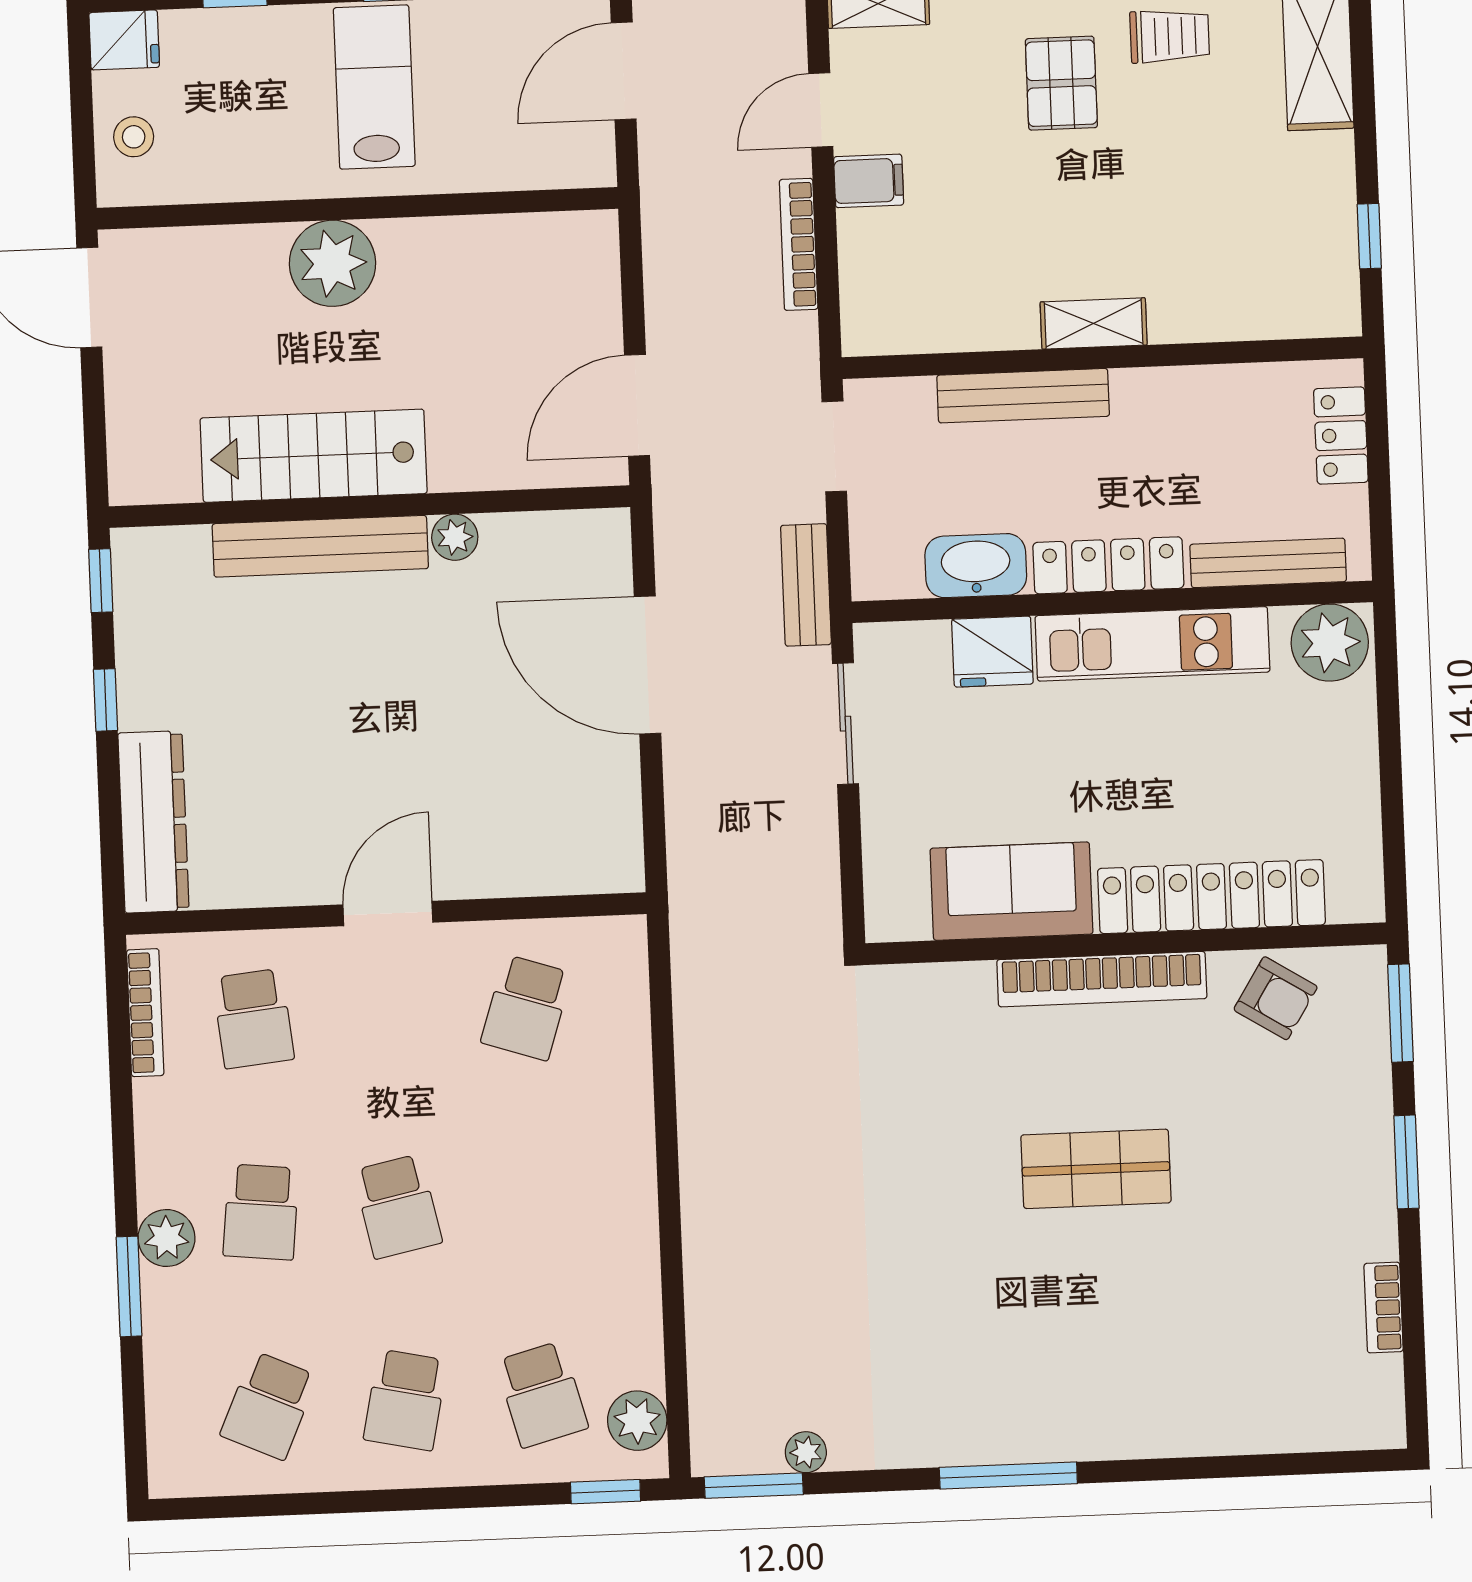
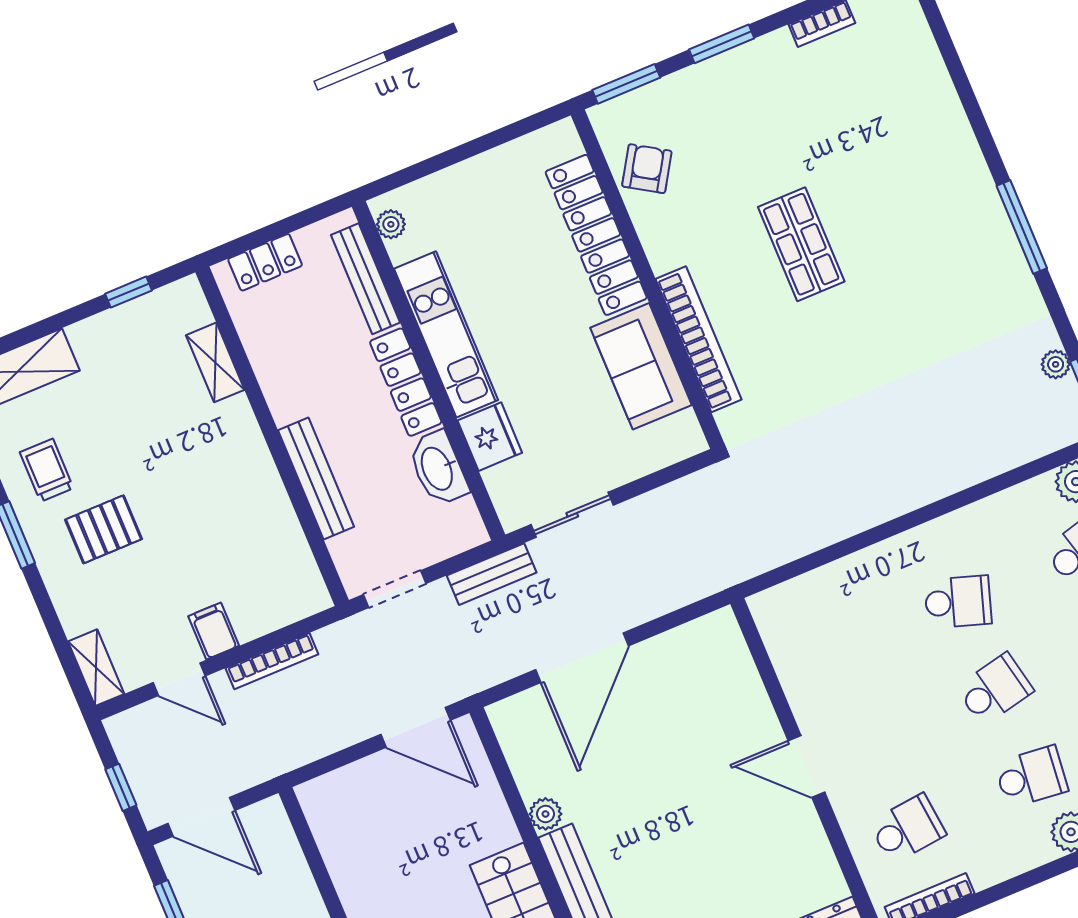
shelving: (1094, 323) -> (215, 362), moved
plant: (1330, 643) -> (391, 224), width x0.53, depth x0.53
bookcase: (1102, 979) -> (699, 339), moved
school desk: (526, 1008) -> (958, 602), moved

